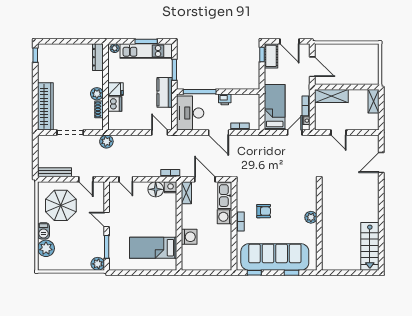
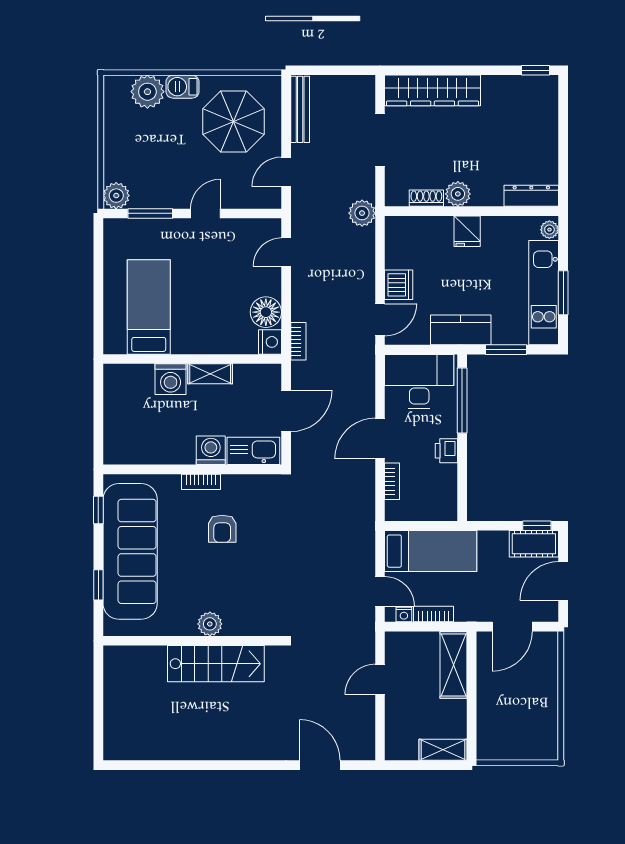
dishwasher: (115, 104) -> (399, 285), moved, turned -90
shelving: (186, 193) -> (210, 374), moved
stairs: (370, 246) -> (216, 664), moved, turned 180

